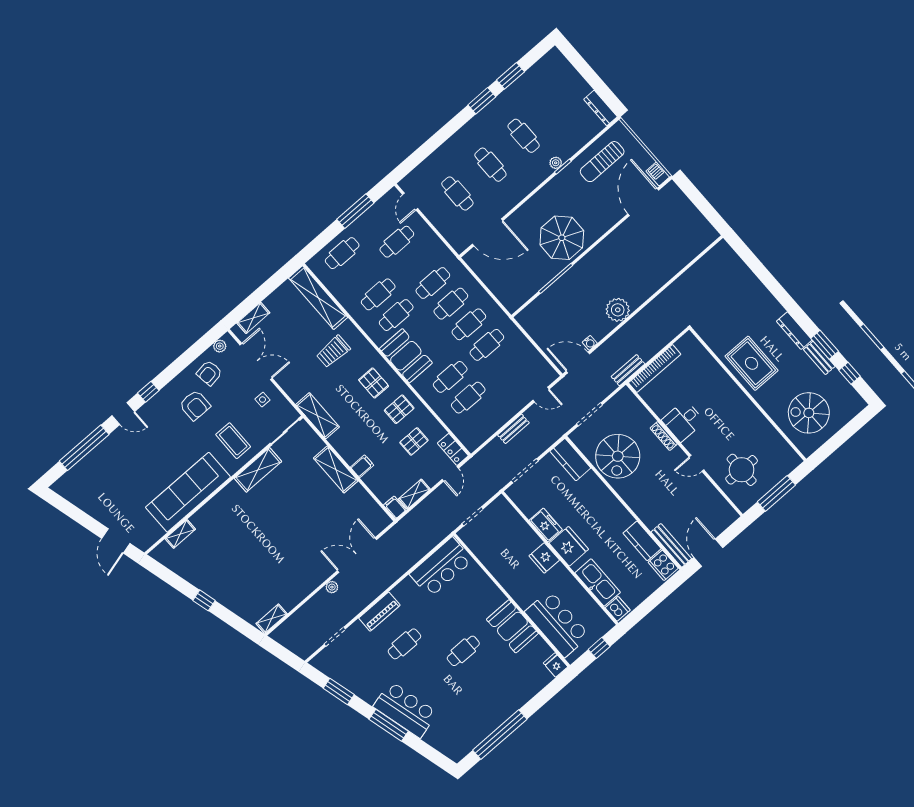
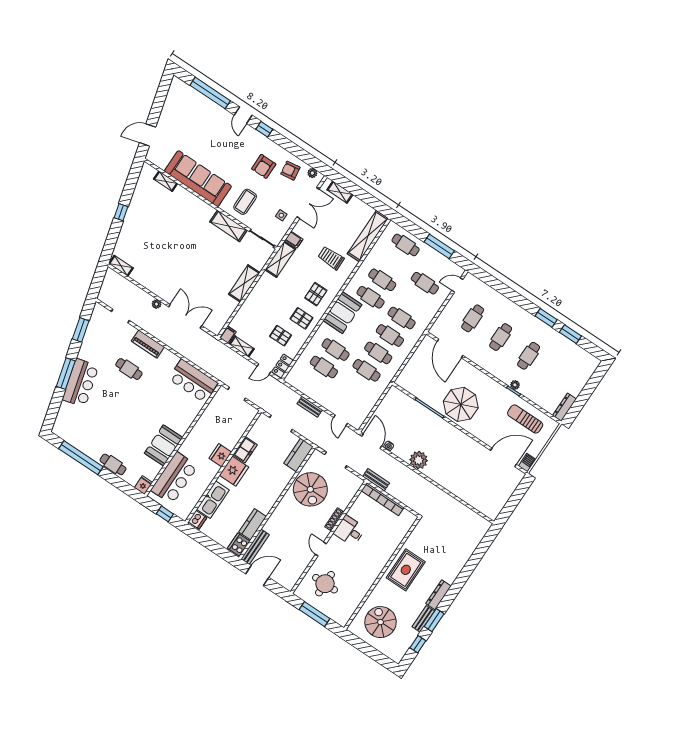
spiral stairs: (618, 456) -> (310, 489), turned -90
filing cabinet: (362, 466) -> (294, 240), moved
cafe table: (463, 651) -> (113, 464), moved

